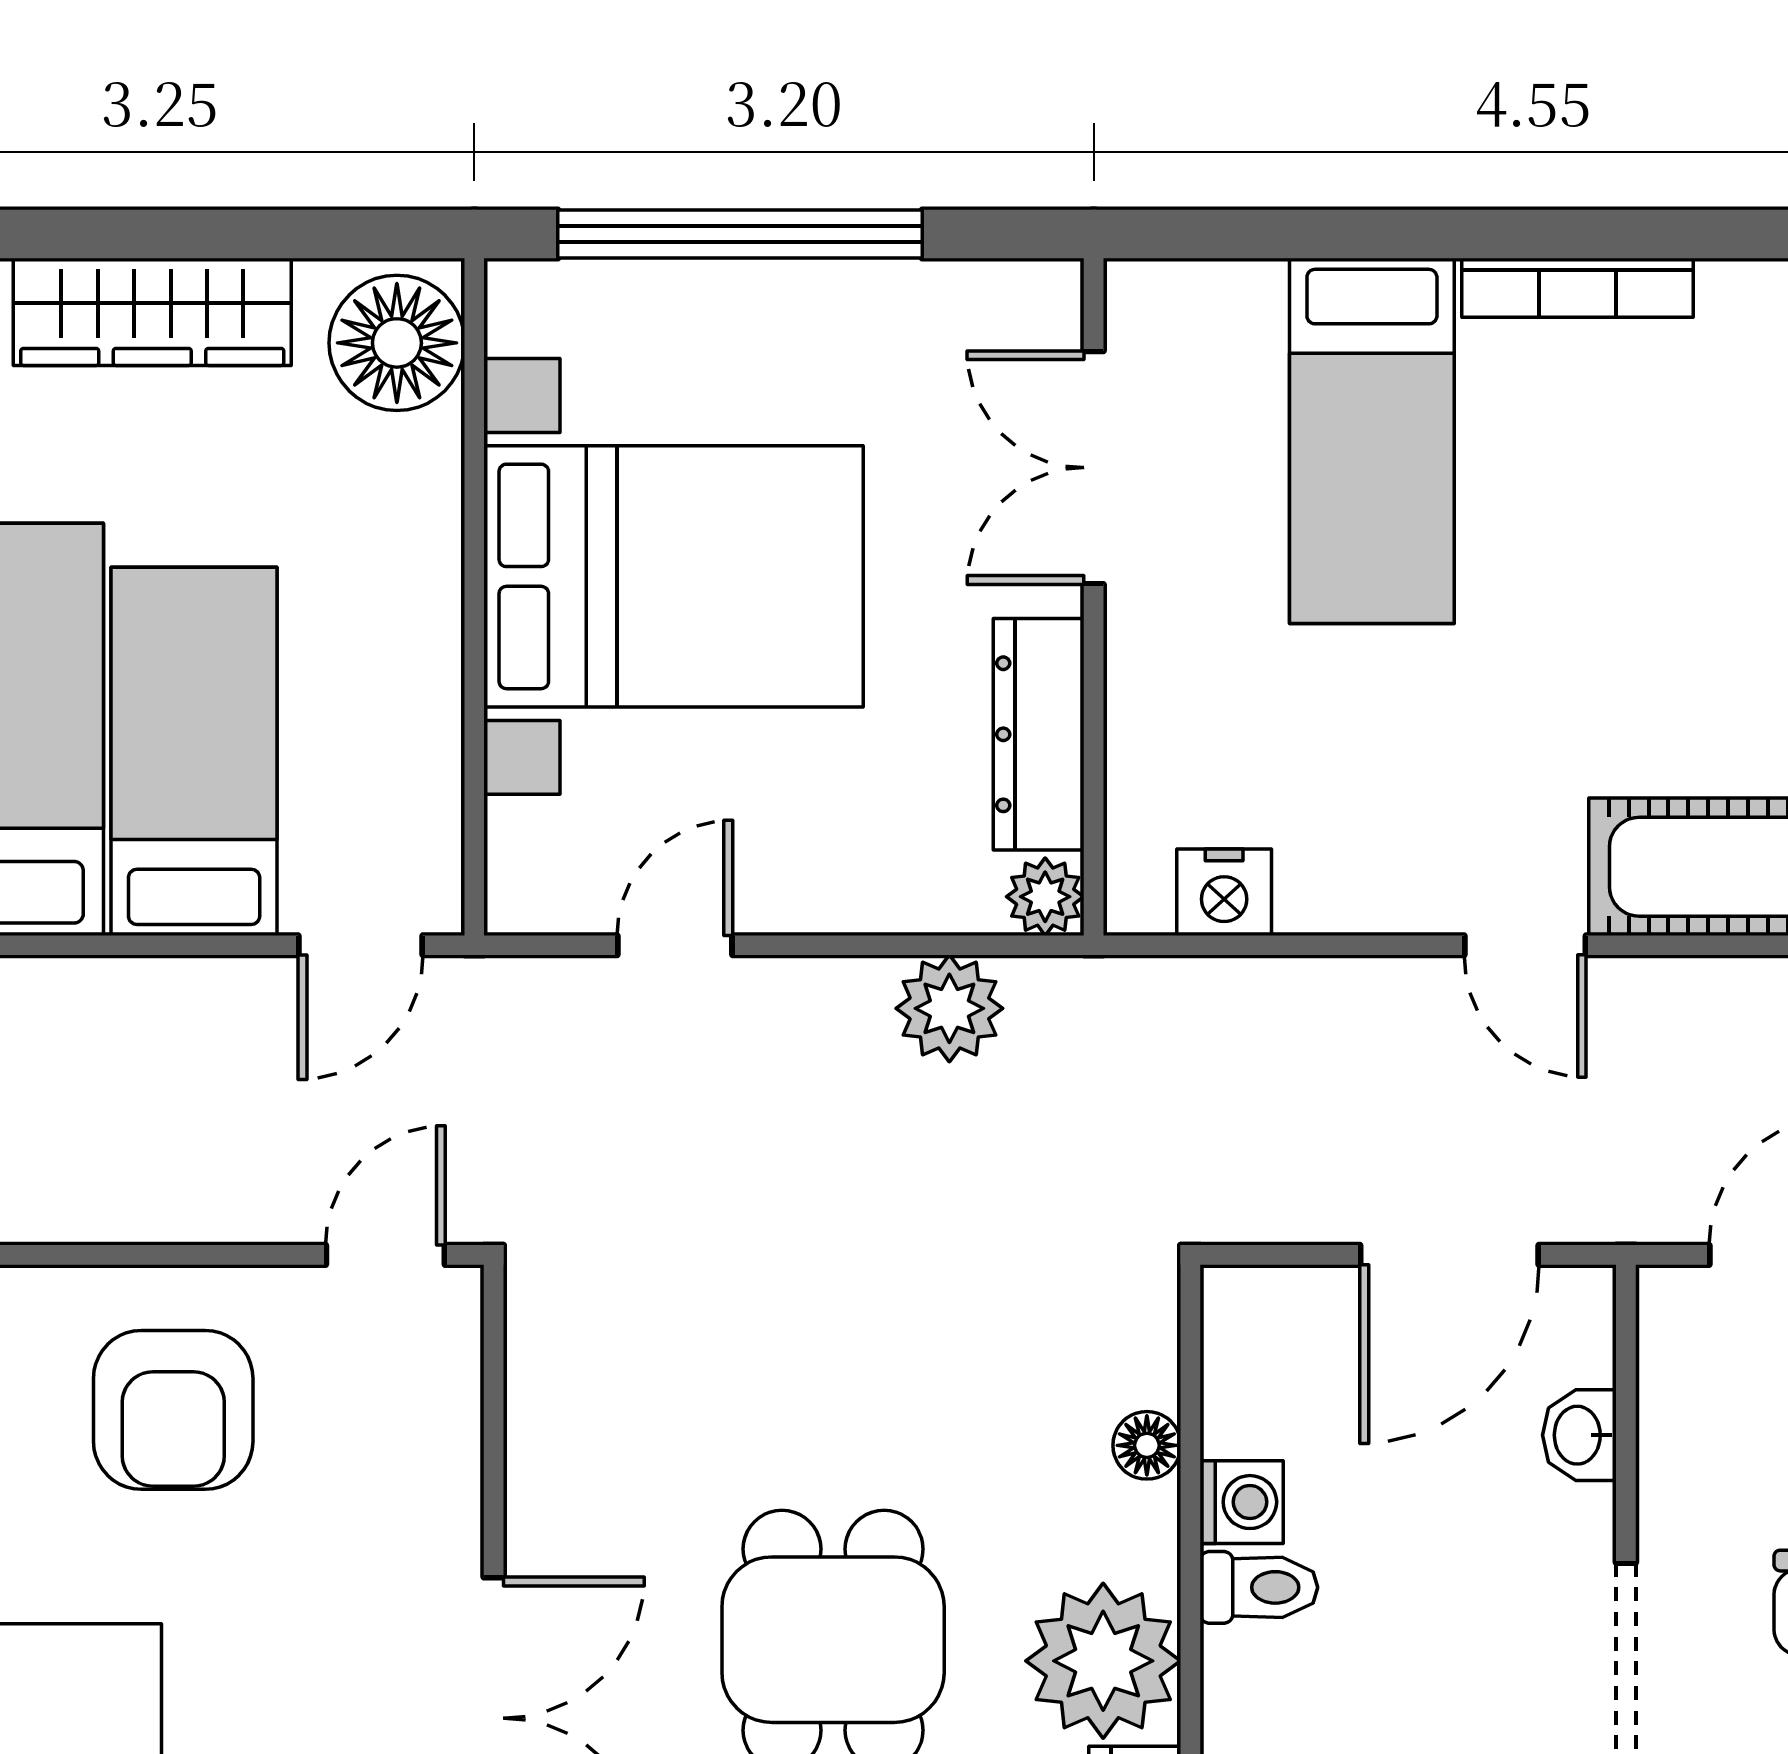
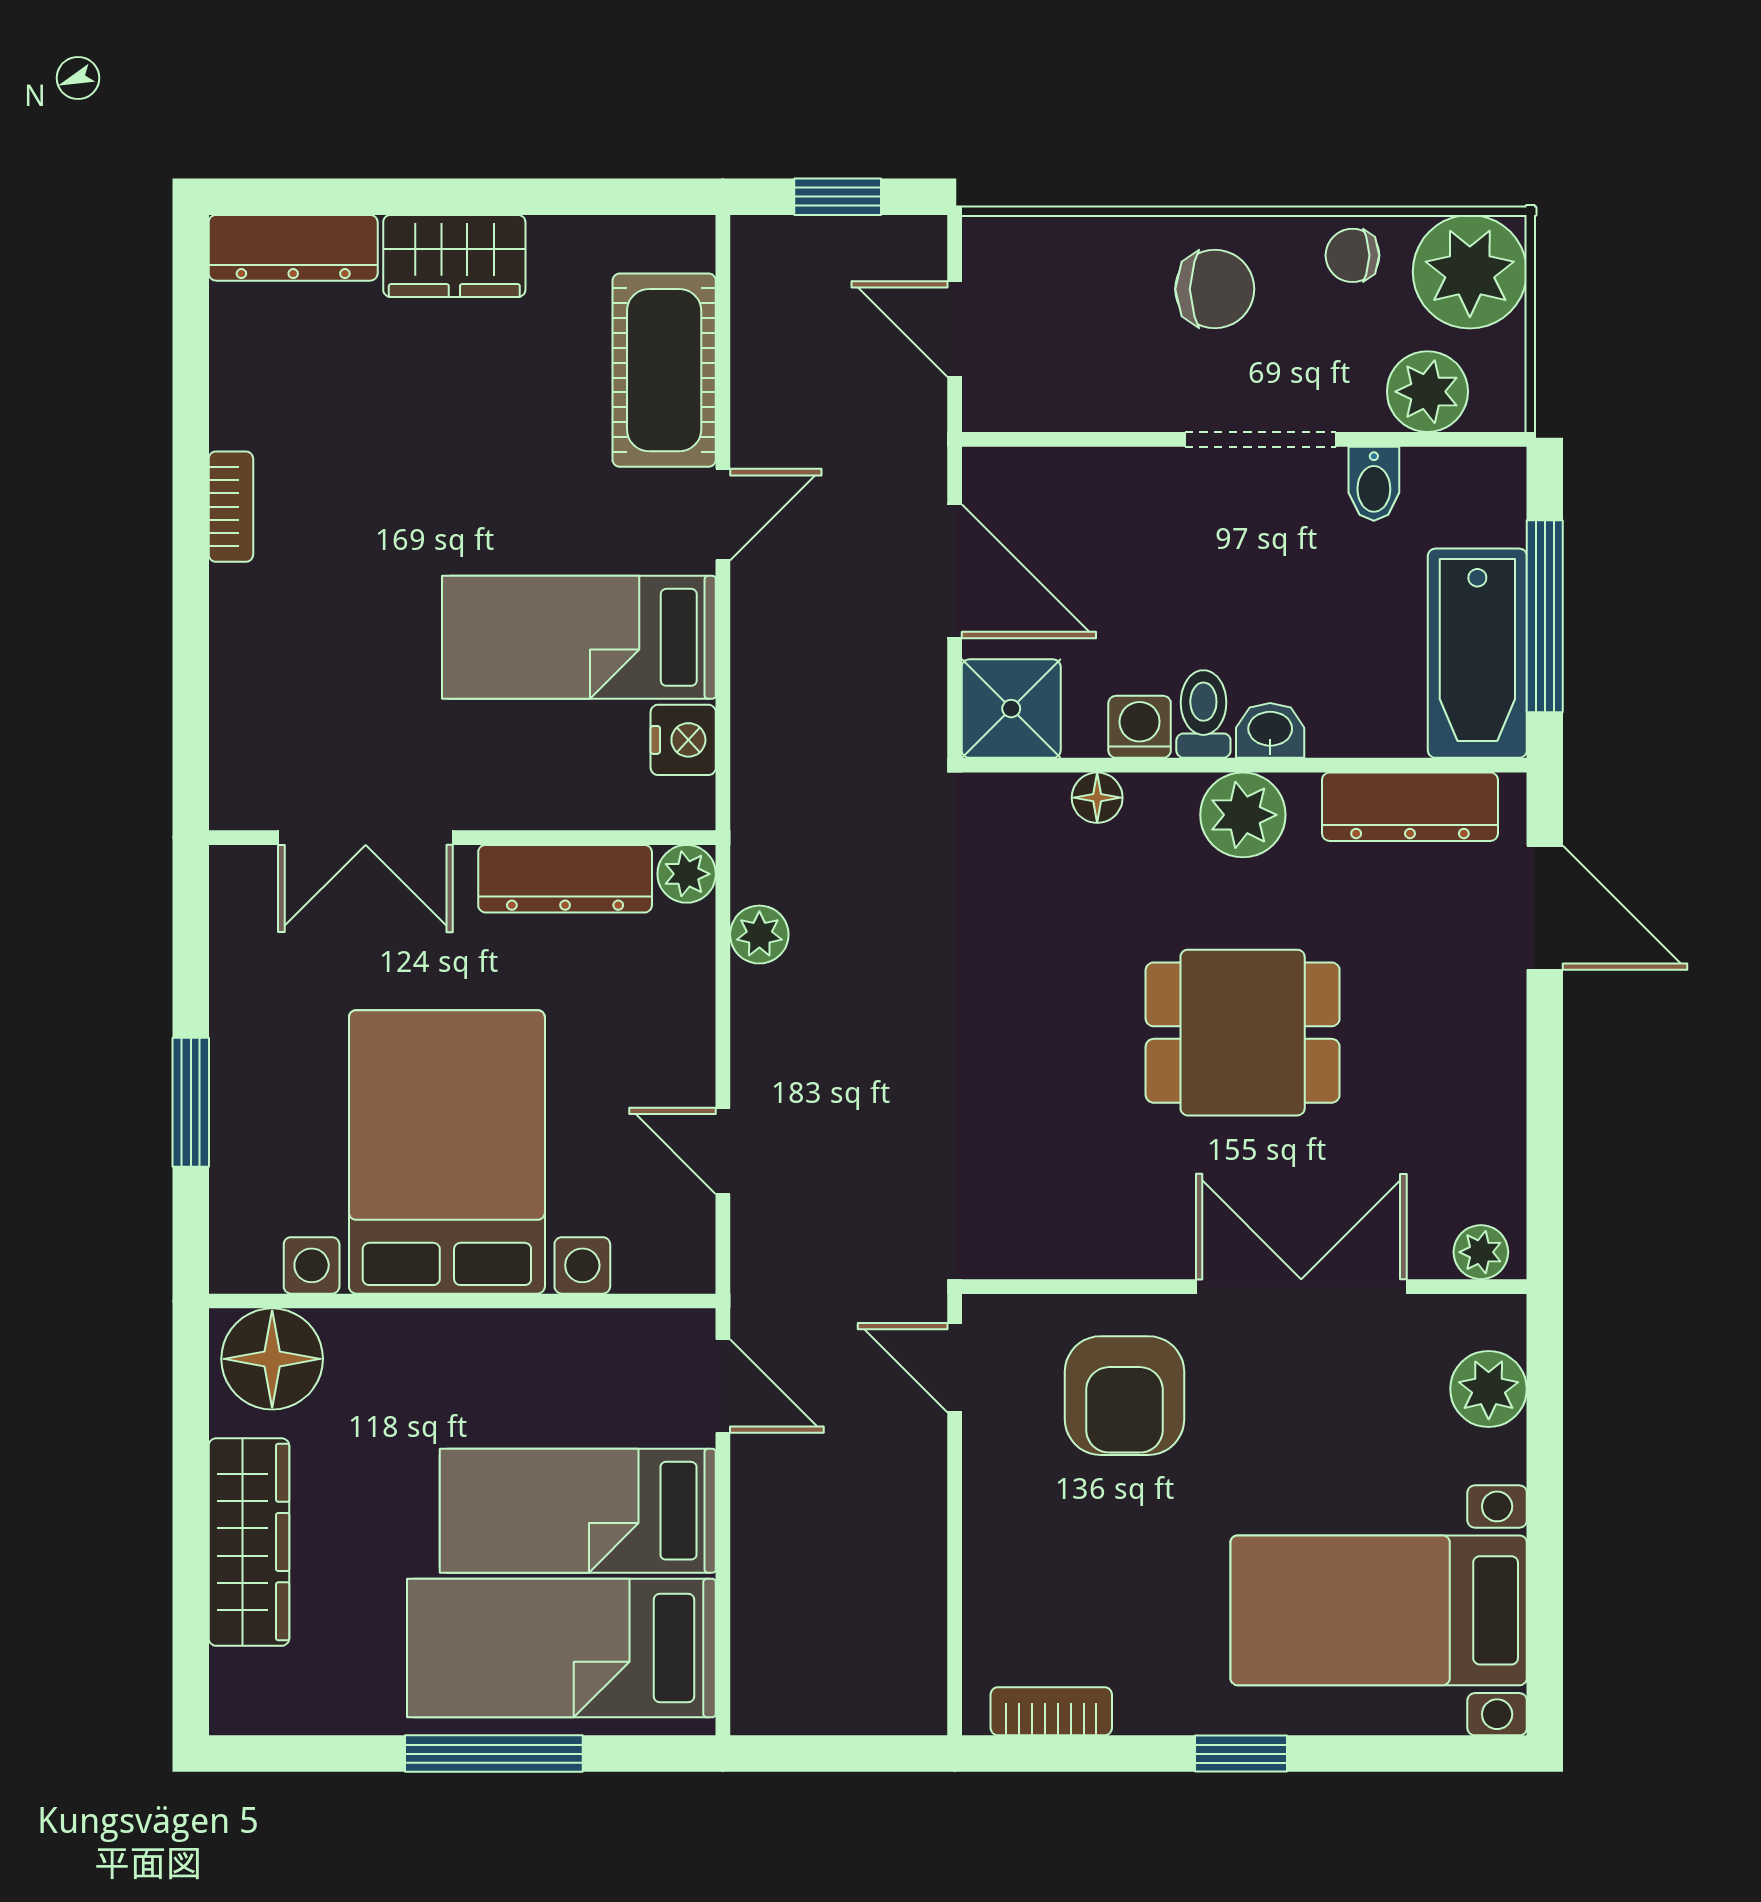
window: (740, 234) -> (191, 1102), width x0.47
bookcase: (1577, 288) -> (231, 507), width x0.64
bed: (1372, 441) -> (579, 637), moved, turned 180
plant: (949, 1008) -> (759, 935), width x0.73, depth x0.73
shower: (1266, 1331) -> (1011, 709), added
armchair: (173, 1410) -> (1124, 1396), moved, turned 90
washbasin: (1579, 1435) -> (1270, 730), moved, turned 180
plant: (1103, 1661) -> (1243, 815), width x0.73, depth x0.73

